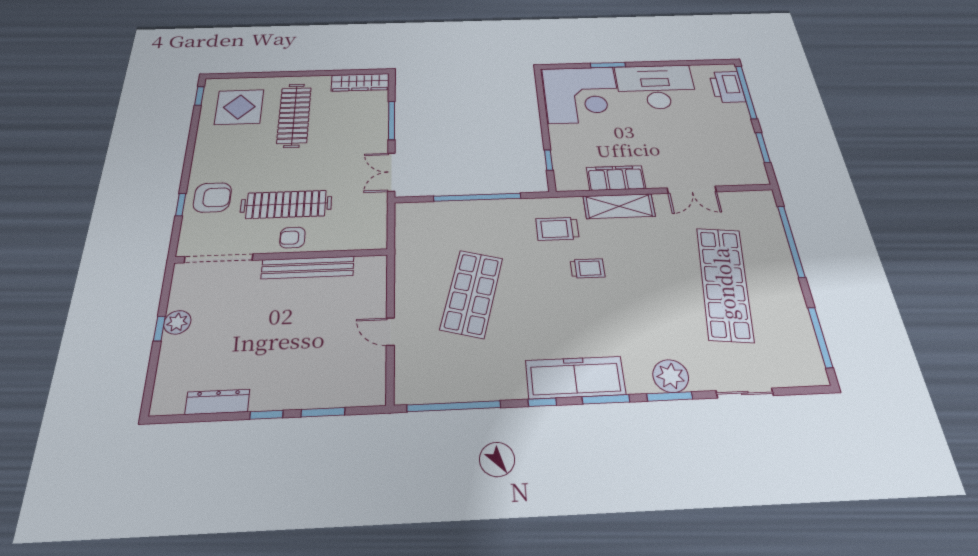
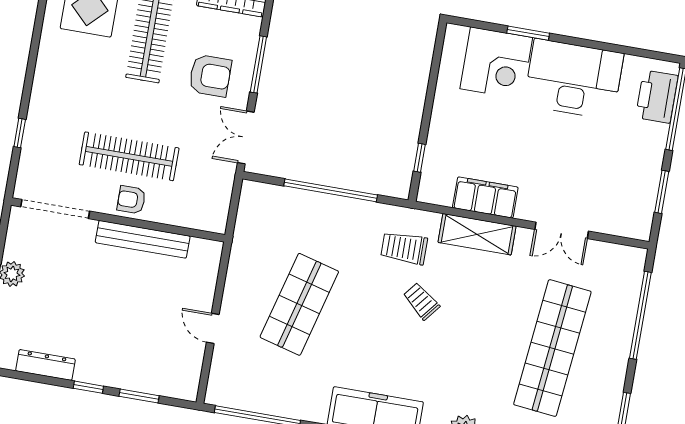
corner desk: (581, 95) -> (496, 63), width x0.74, depth x0.74
armchair: (212, 197) -> (210, 76), moved
trolley: (587, 268) -> (421, 301), turned -141

